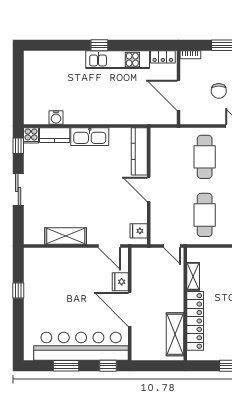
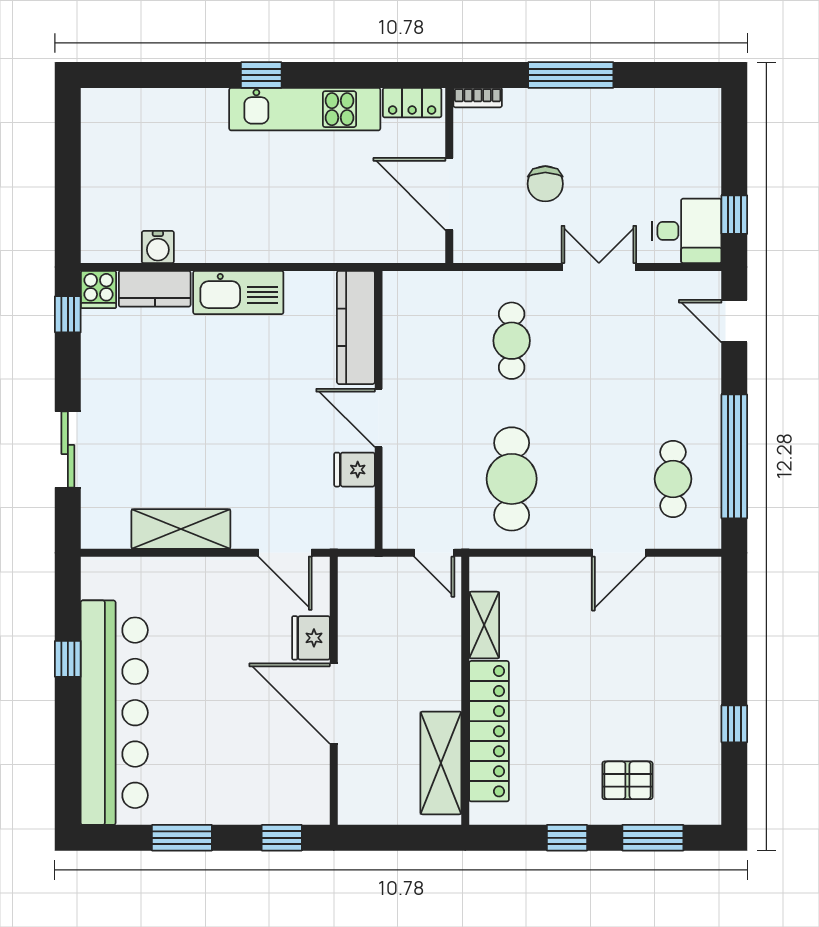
cafe table: (205, 157) -> (512, 341), width x0.73, depth x0.74
sliding door: (18, 189) -> (68, 450), moved
fridge: (139, 231) -> (354, 470), moved
bar counter: (81, 346) -> (114, 713), moved, turned 90

